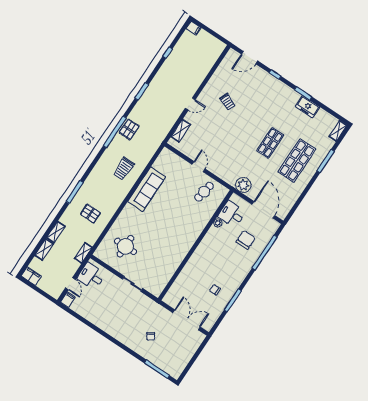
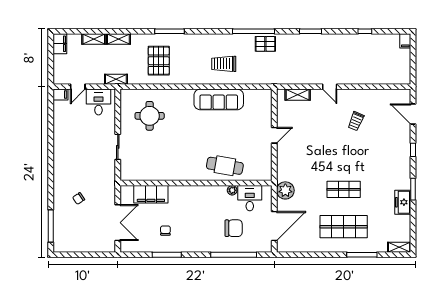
cafe table: (204, 192) -> (225, 166), moved, width x1.37, depth x1.35
pallet: (90, 214) -> (159, 61), width x1.50, depth x1.42
filing cabinet: (182, 283) -> (151, 194), added

